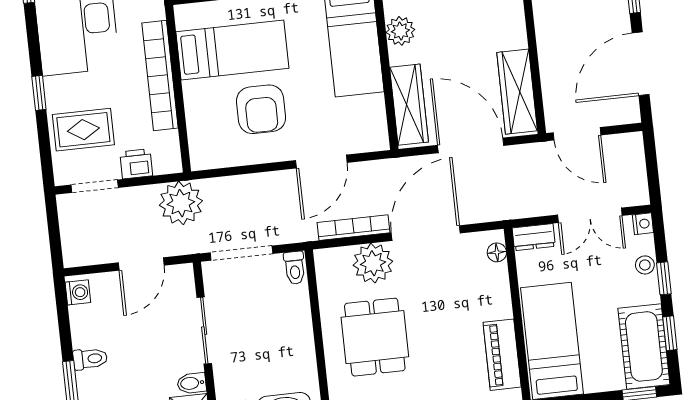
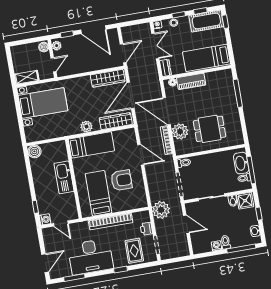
washing machine: (78, 292) -> (216, 246), moved
piano: (502, 355) -> (191, 81), moved

